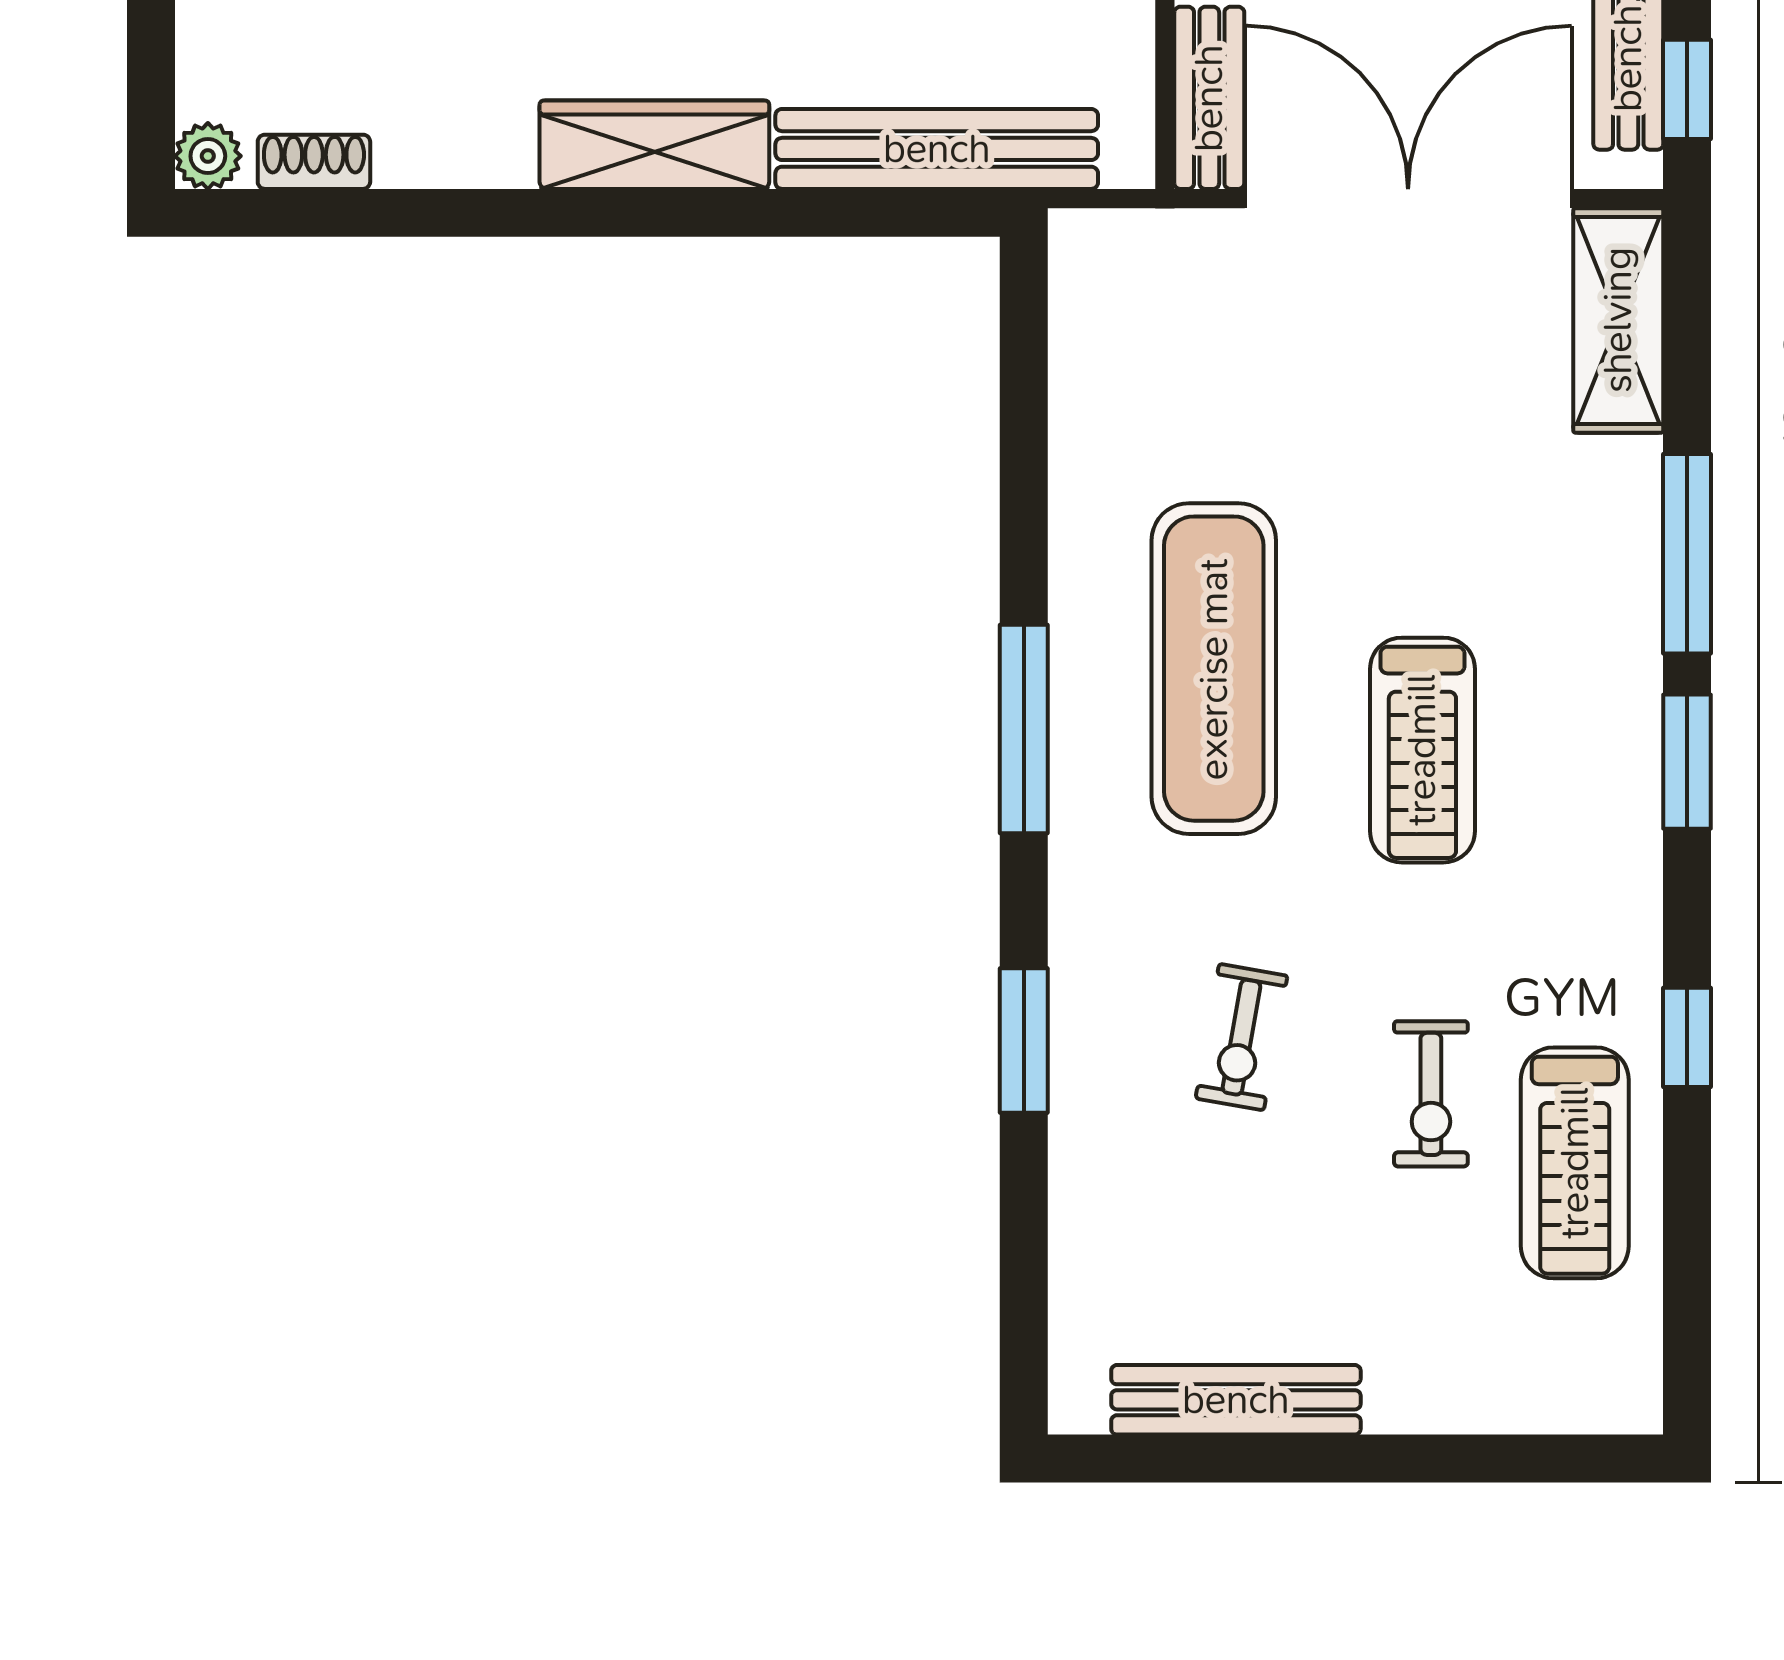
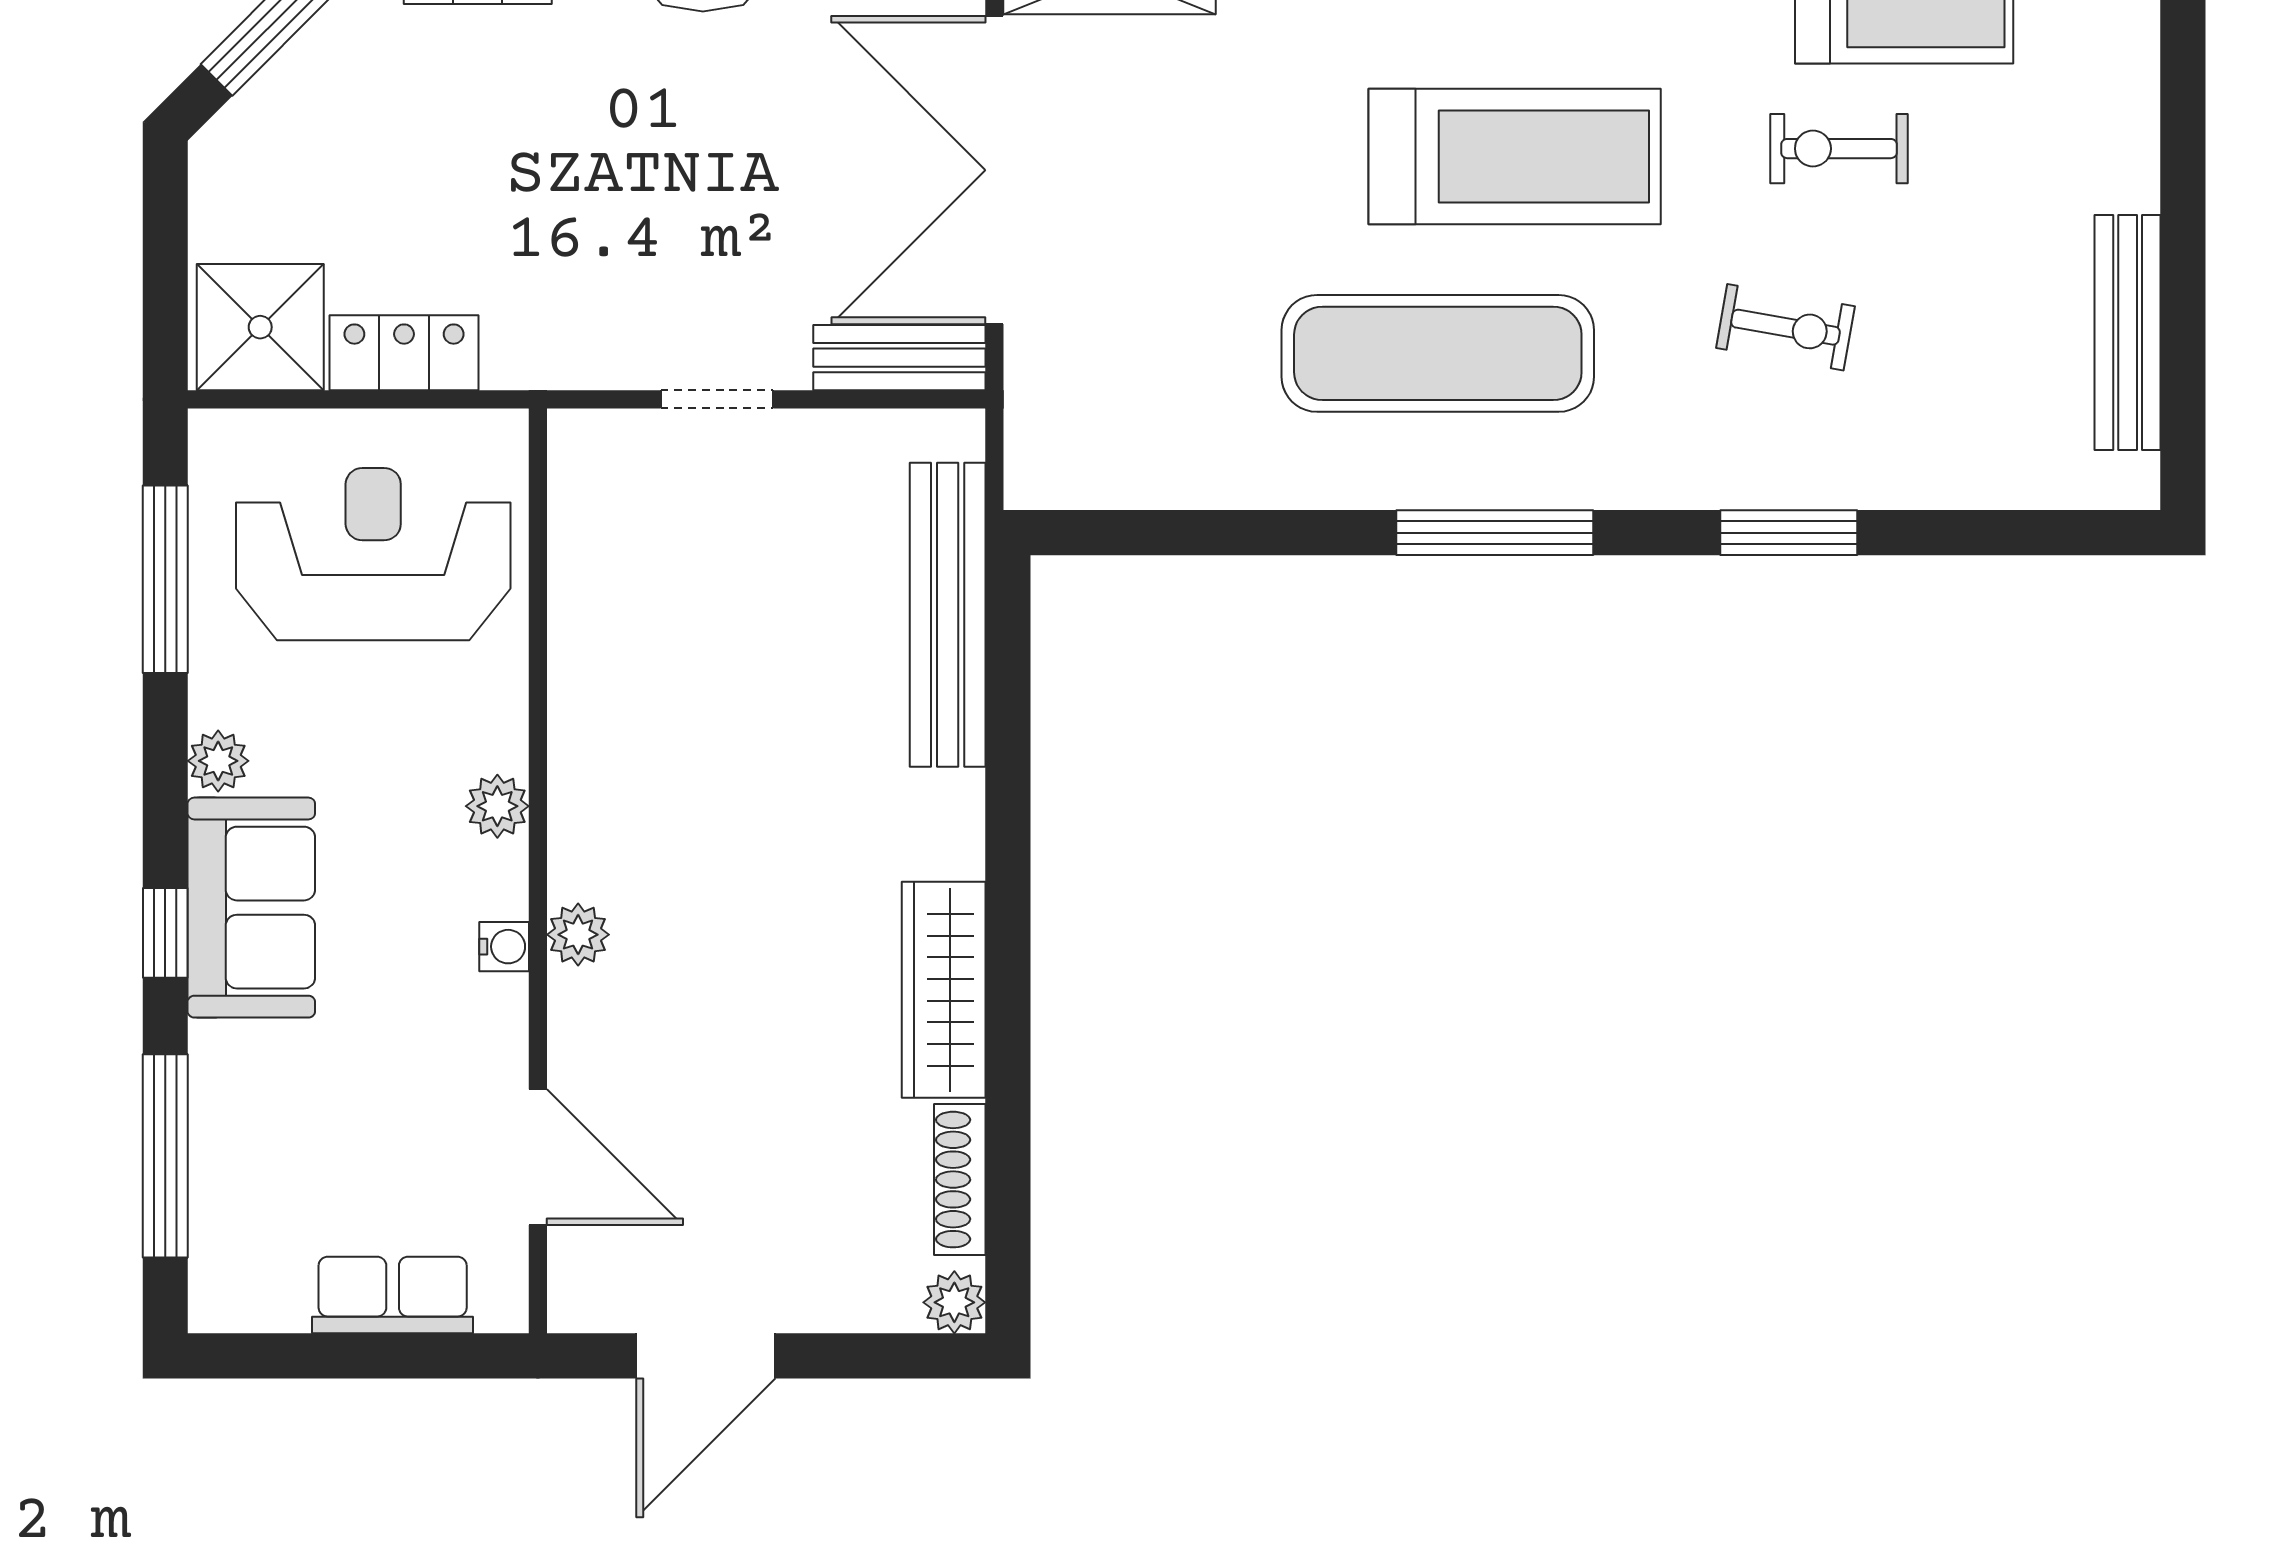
wardrobe: (654, 145) -> (944, 990), moved
shoe rack: (314, 162) -> (960, 1180), width x1.43
treadmill: (1422, 750) -> (1515, 157), width x1.37, depth x1.38
exercise bike: (1431, 1094) -> (1839, 149), turned 180

